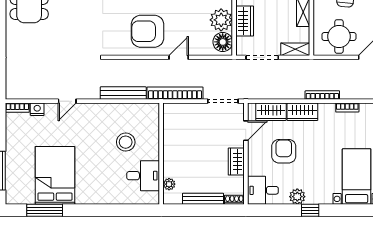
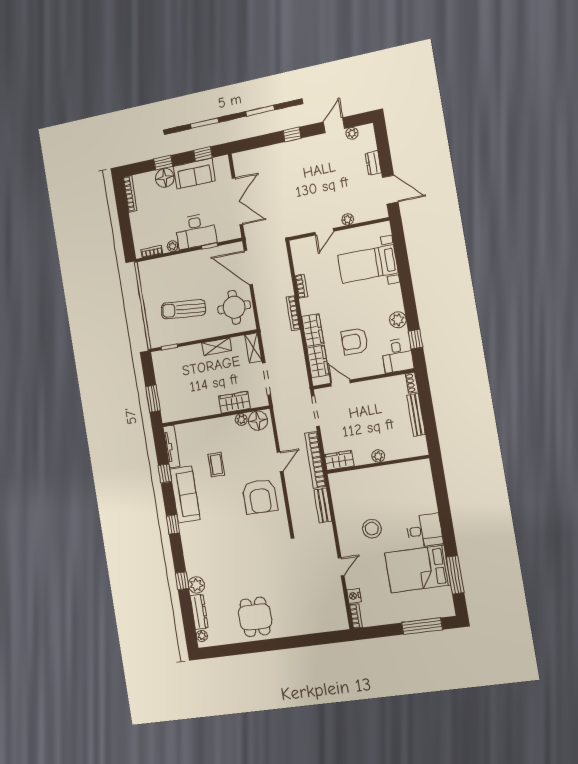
plant: (221, 20) -> (241, 420), width x0.53, depth x0.53
door: (179, 57) -> (280, 462), swing flipped
bench: (123, 93) -> (323, 506), width x0.73
door: (67, 101) -> (341, 567), hinge flipped
stool: (126, 142) -> (372, 529), moved
wardrobe: (236, 162) -> (339, 460), moved, turned 180
desk: (143, 176) -> (424, 531), moved, turned 90
plant: (169, 184) -> (378, 456), moved
window: (310, 210) -> (415, 339), moved

